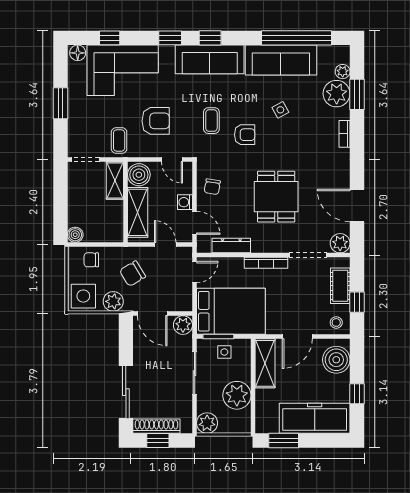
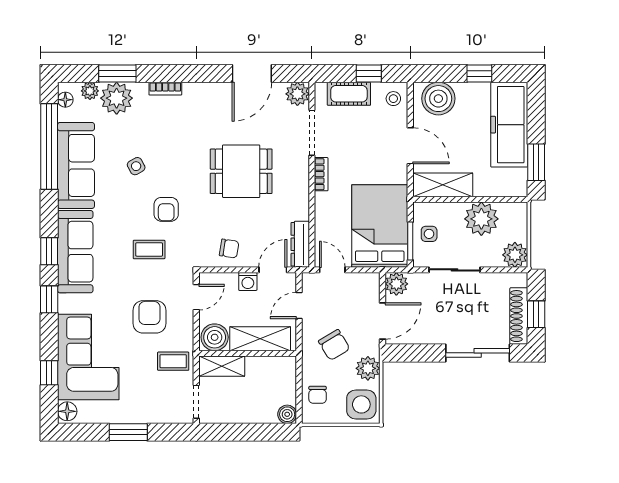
floor lamp: (335, 51) -> (65, 100), added
armchair: (245, 135) -> (166, 209), turned 180
dresser: (231, 246) -> (300, 244), moved
bookcase: (266, 263) -> (321, 174), width x0.64

